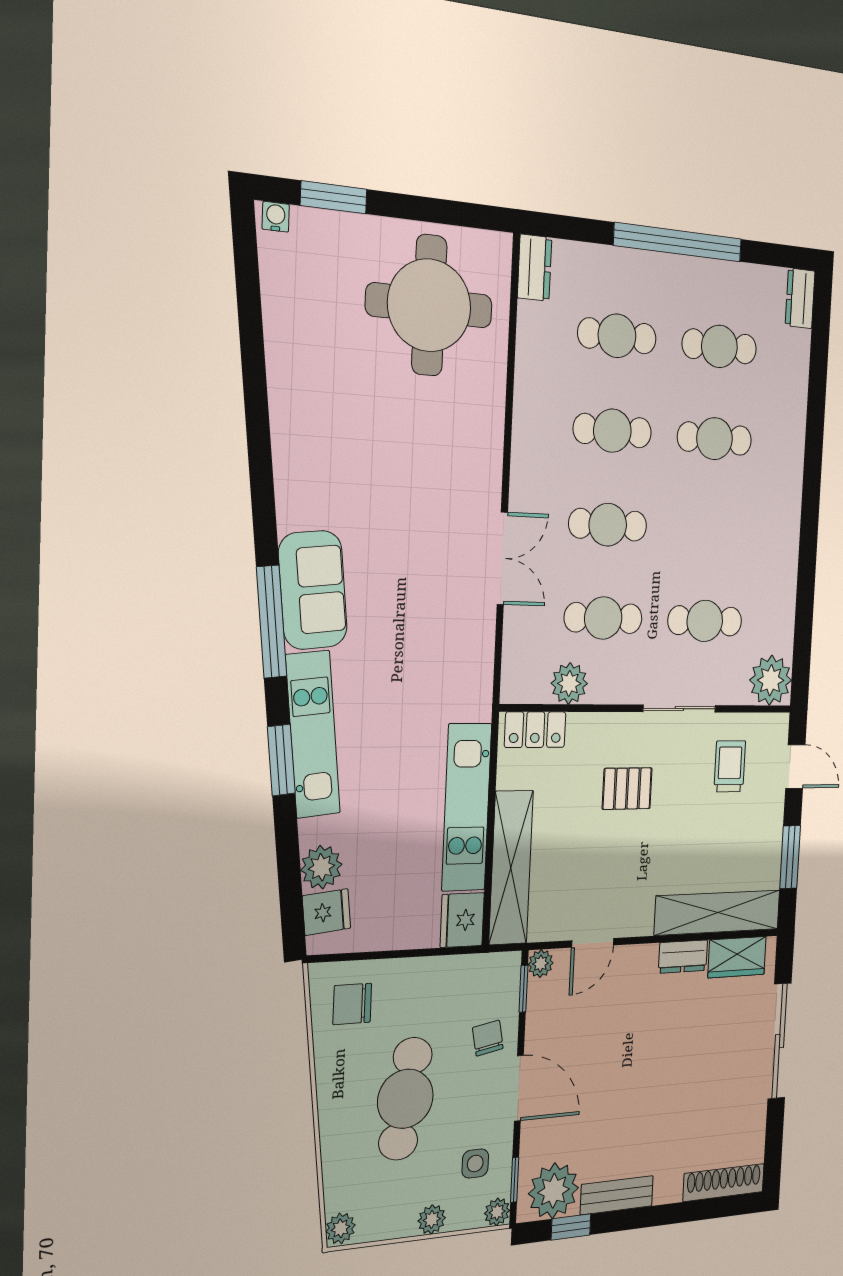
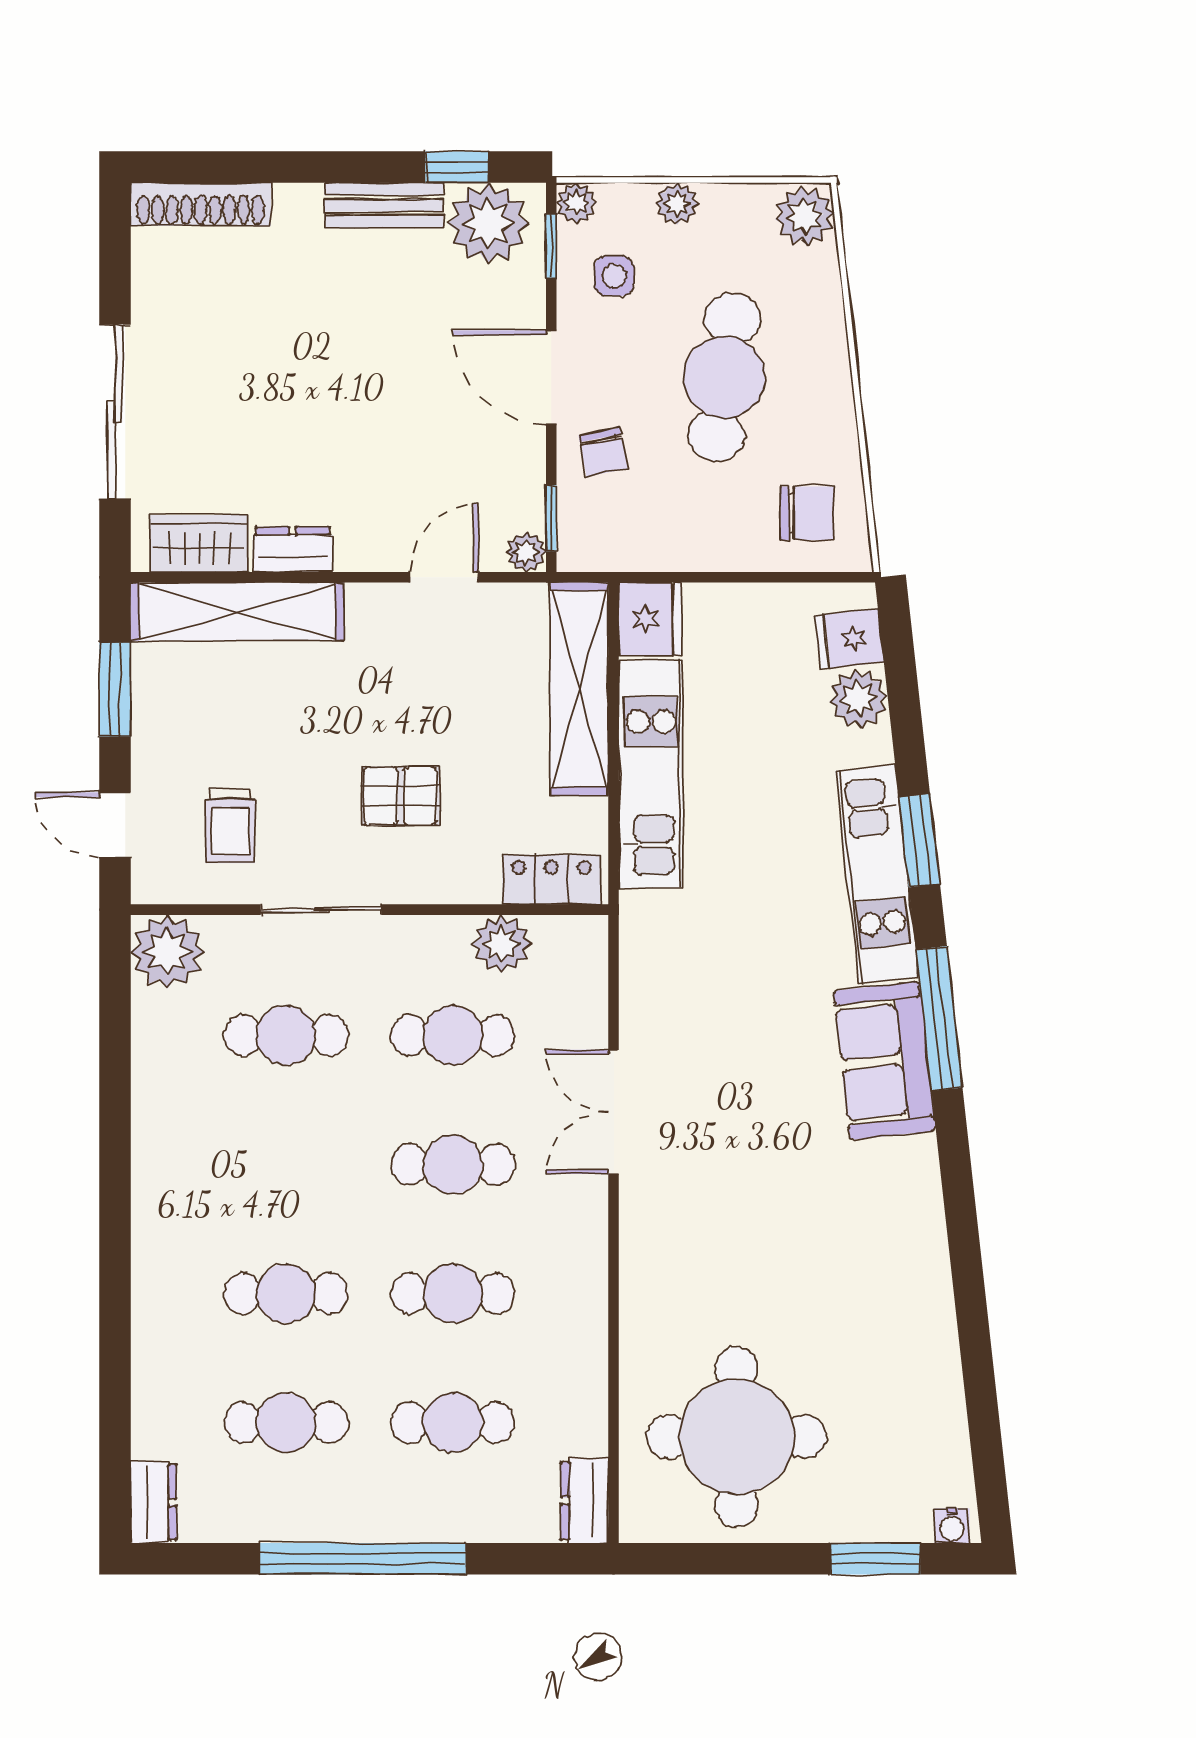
plant: (341, 1228) -> (805, 216), width x1.38, depth x1.38

